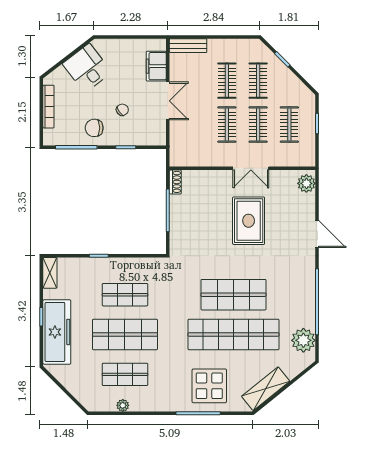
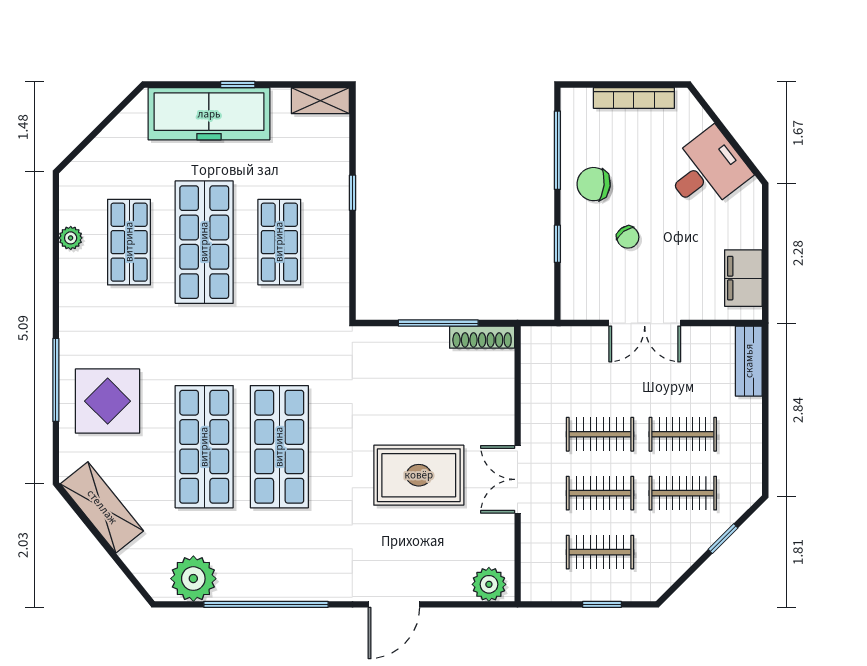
filing cabinet: (156, 66) -> (743, 278), moved, turned -90
chair: (94, 128) -> (594, 184), turned -84
shoe rack: (175, 182) -> (482, 337), width x1.43
shop shelf: (233, 335) -> (204, 447), width x0.71

